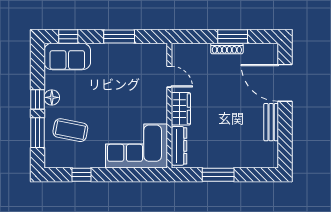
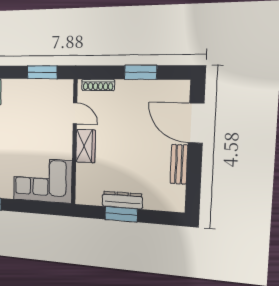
window: (119, 36) -> (42, 72), moved
shoe rack: (227, 48) -> (98, 85), moved
dresser: (179, 146) -> (122, 200), moved, turned -90

